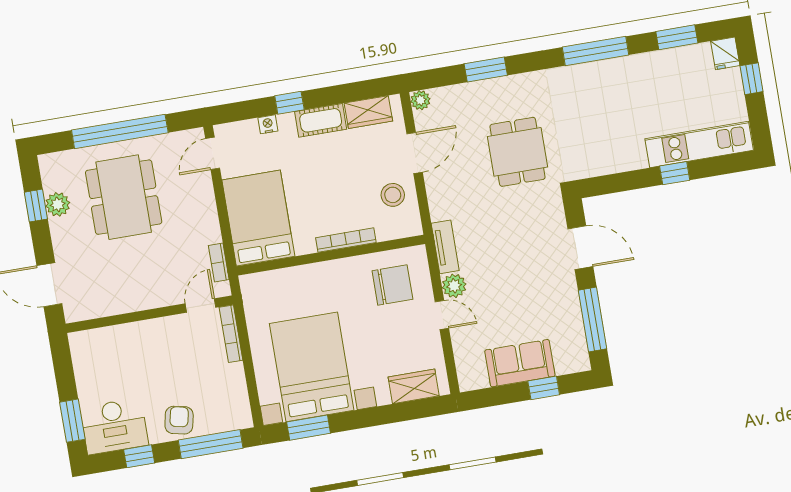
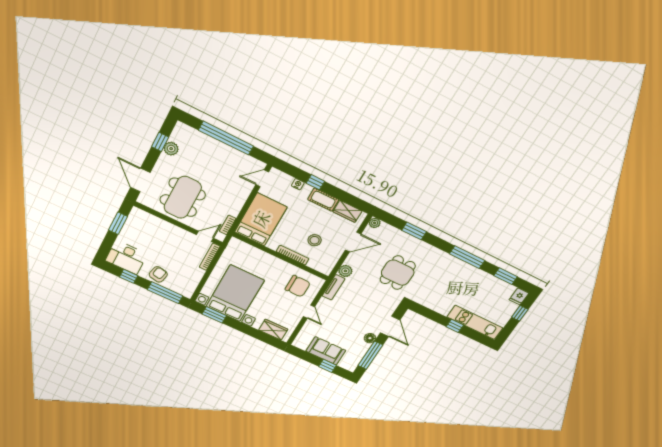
stool: (393, 195) -> (315, 240), moved
dining table: (124, 197) -> (183, 197), moved
plant: (454, 286) -> (345, 271), moved
floor lamp: (567, 291) -> (370, 338), added
window: (72, 421) -> (118, 223), moved

